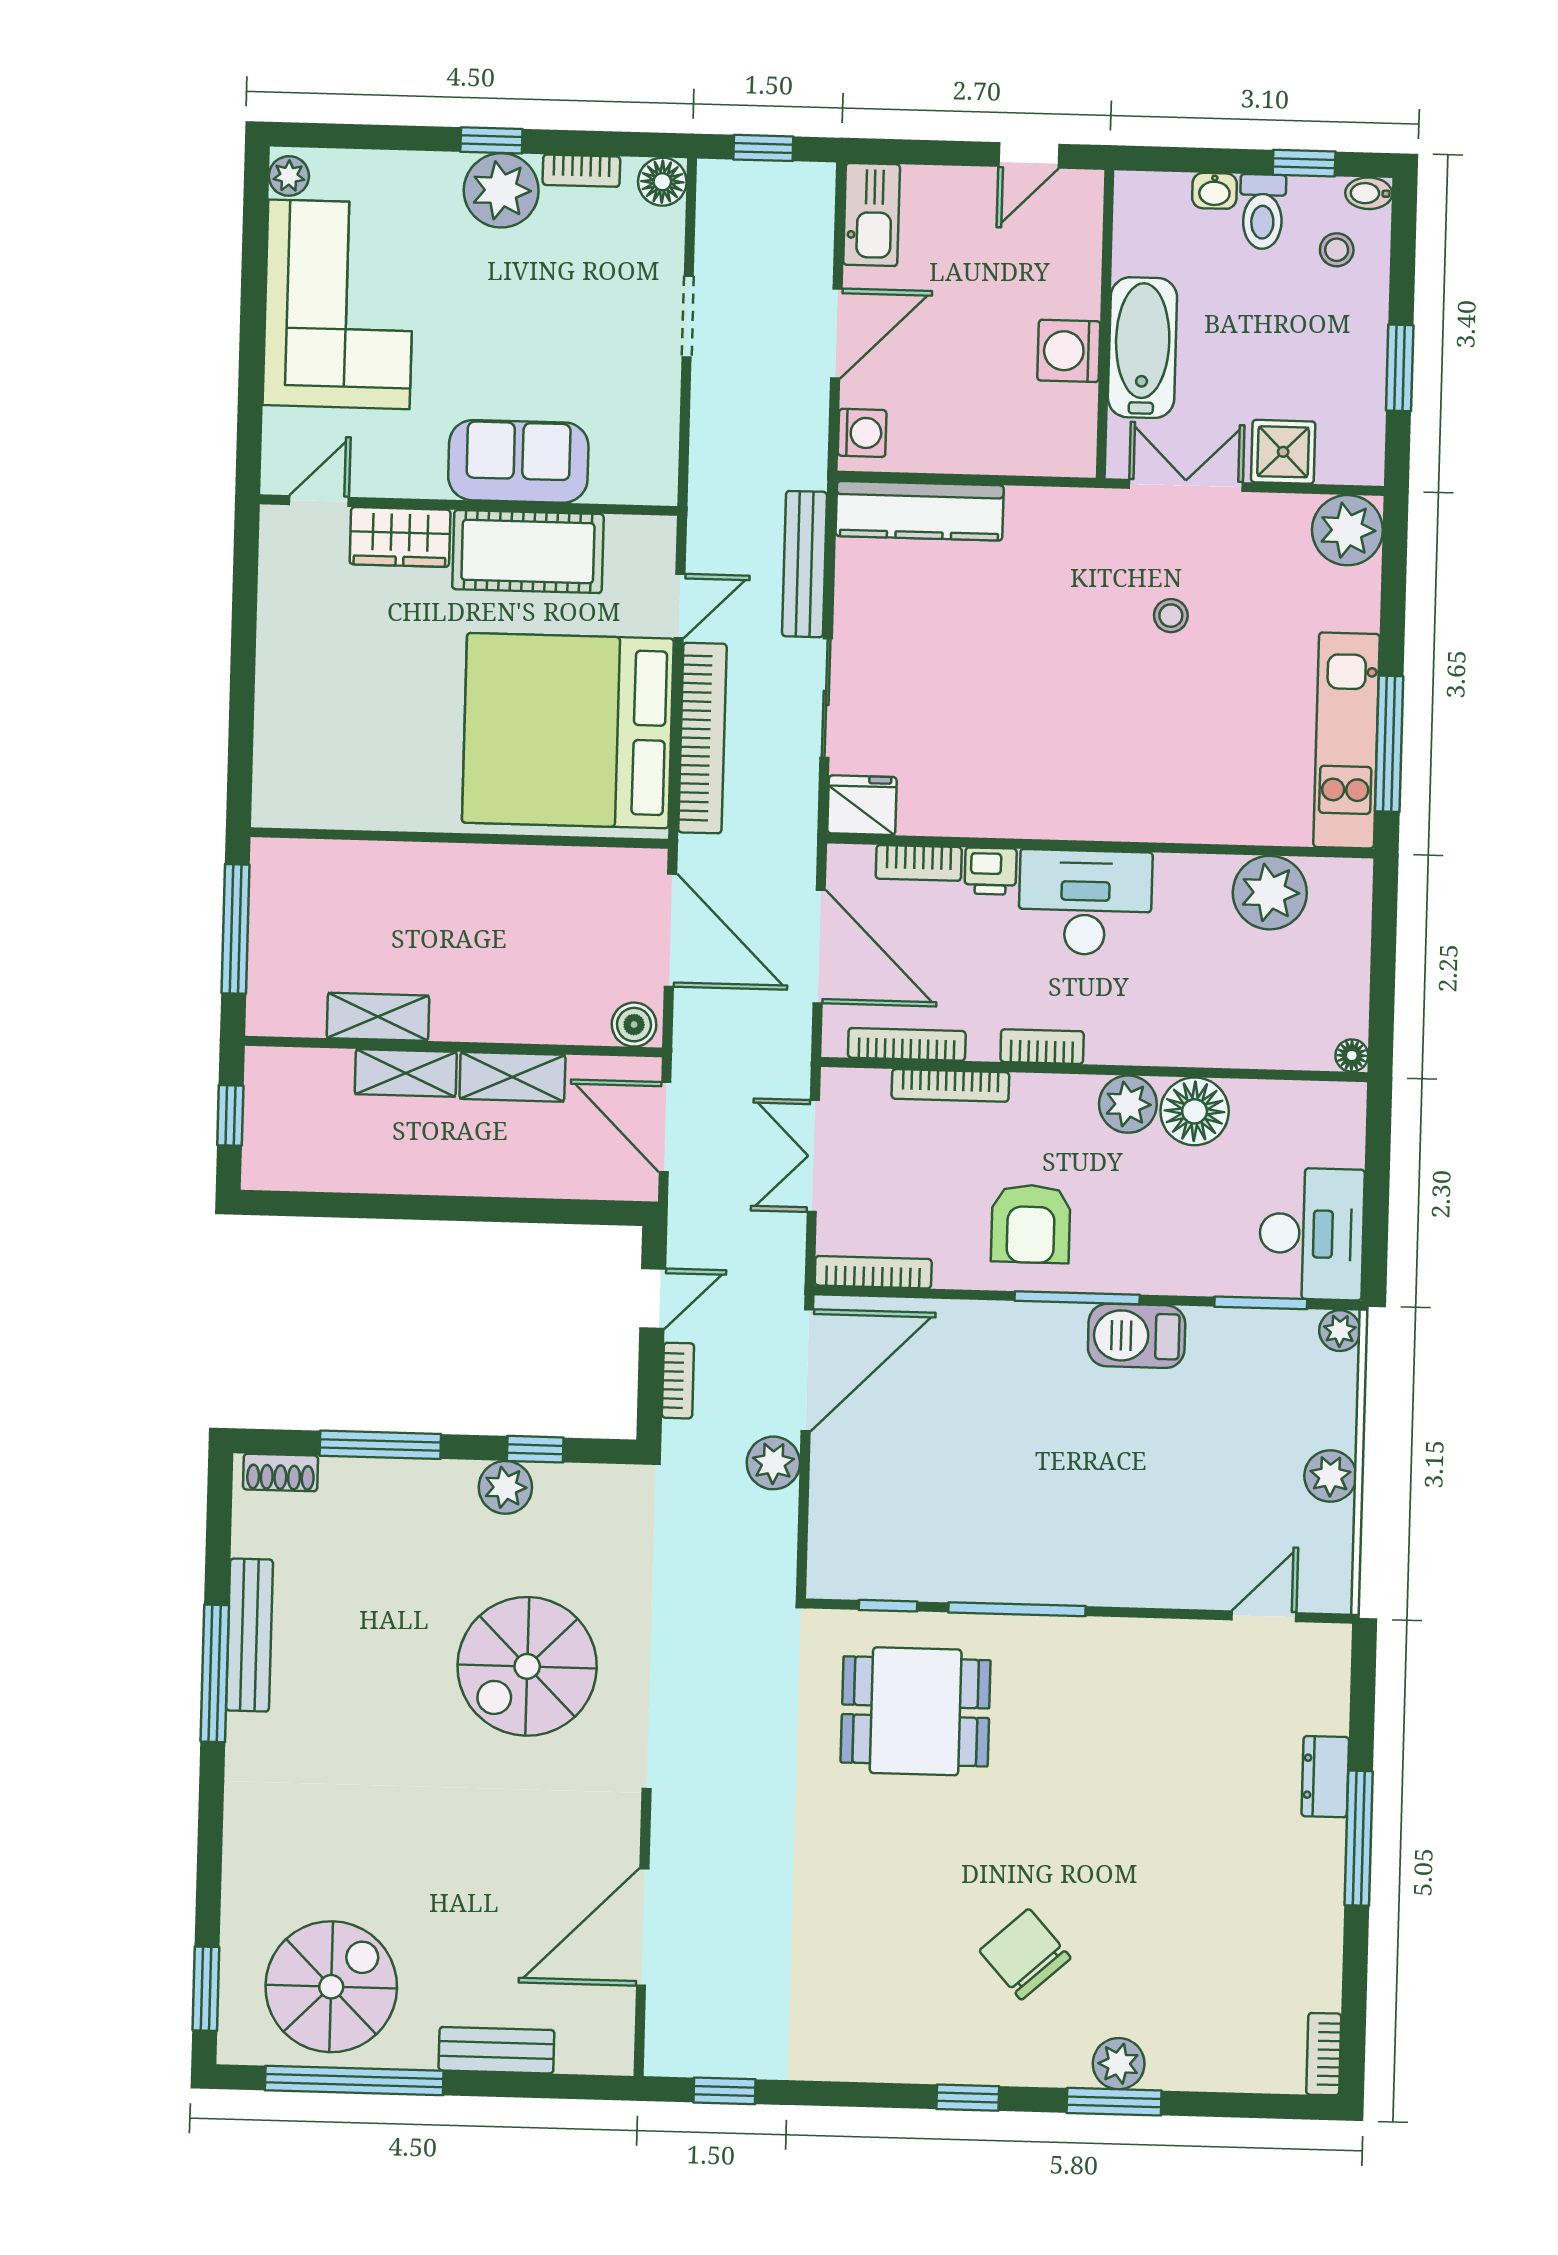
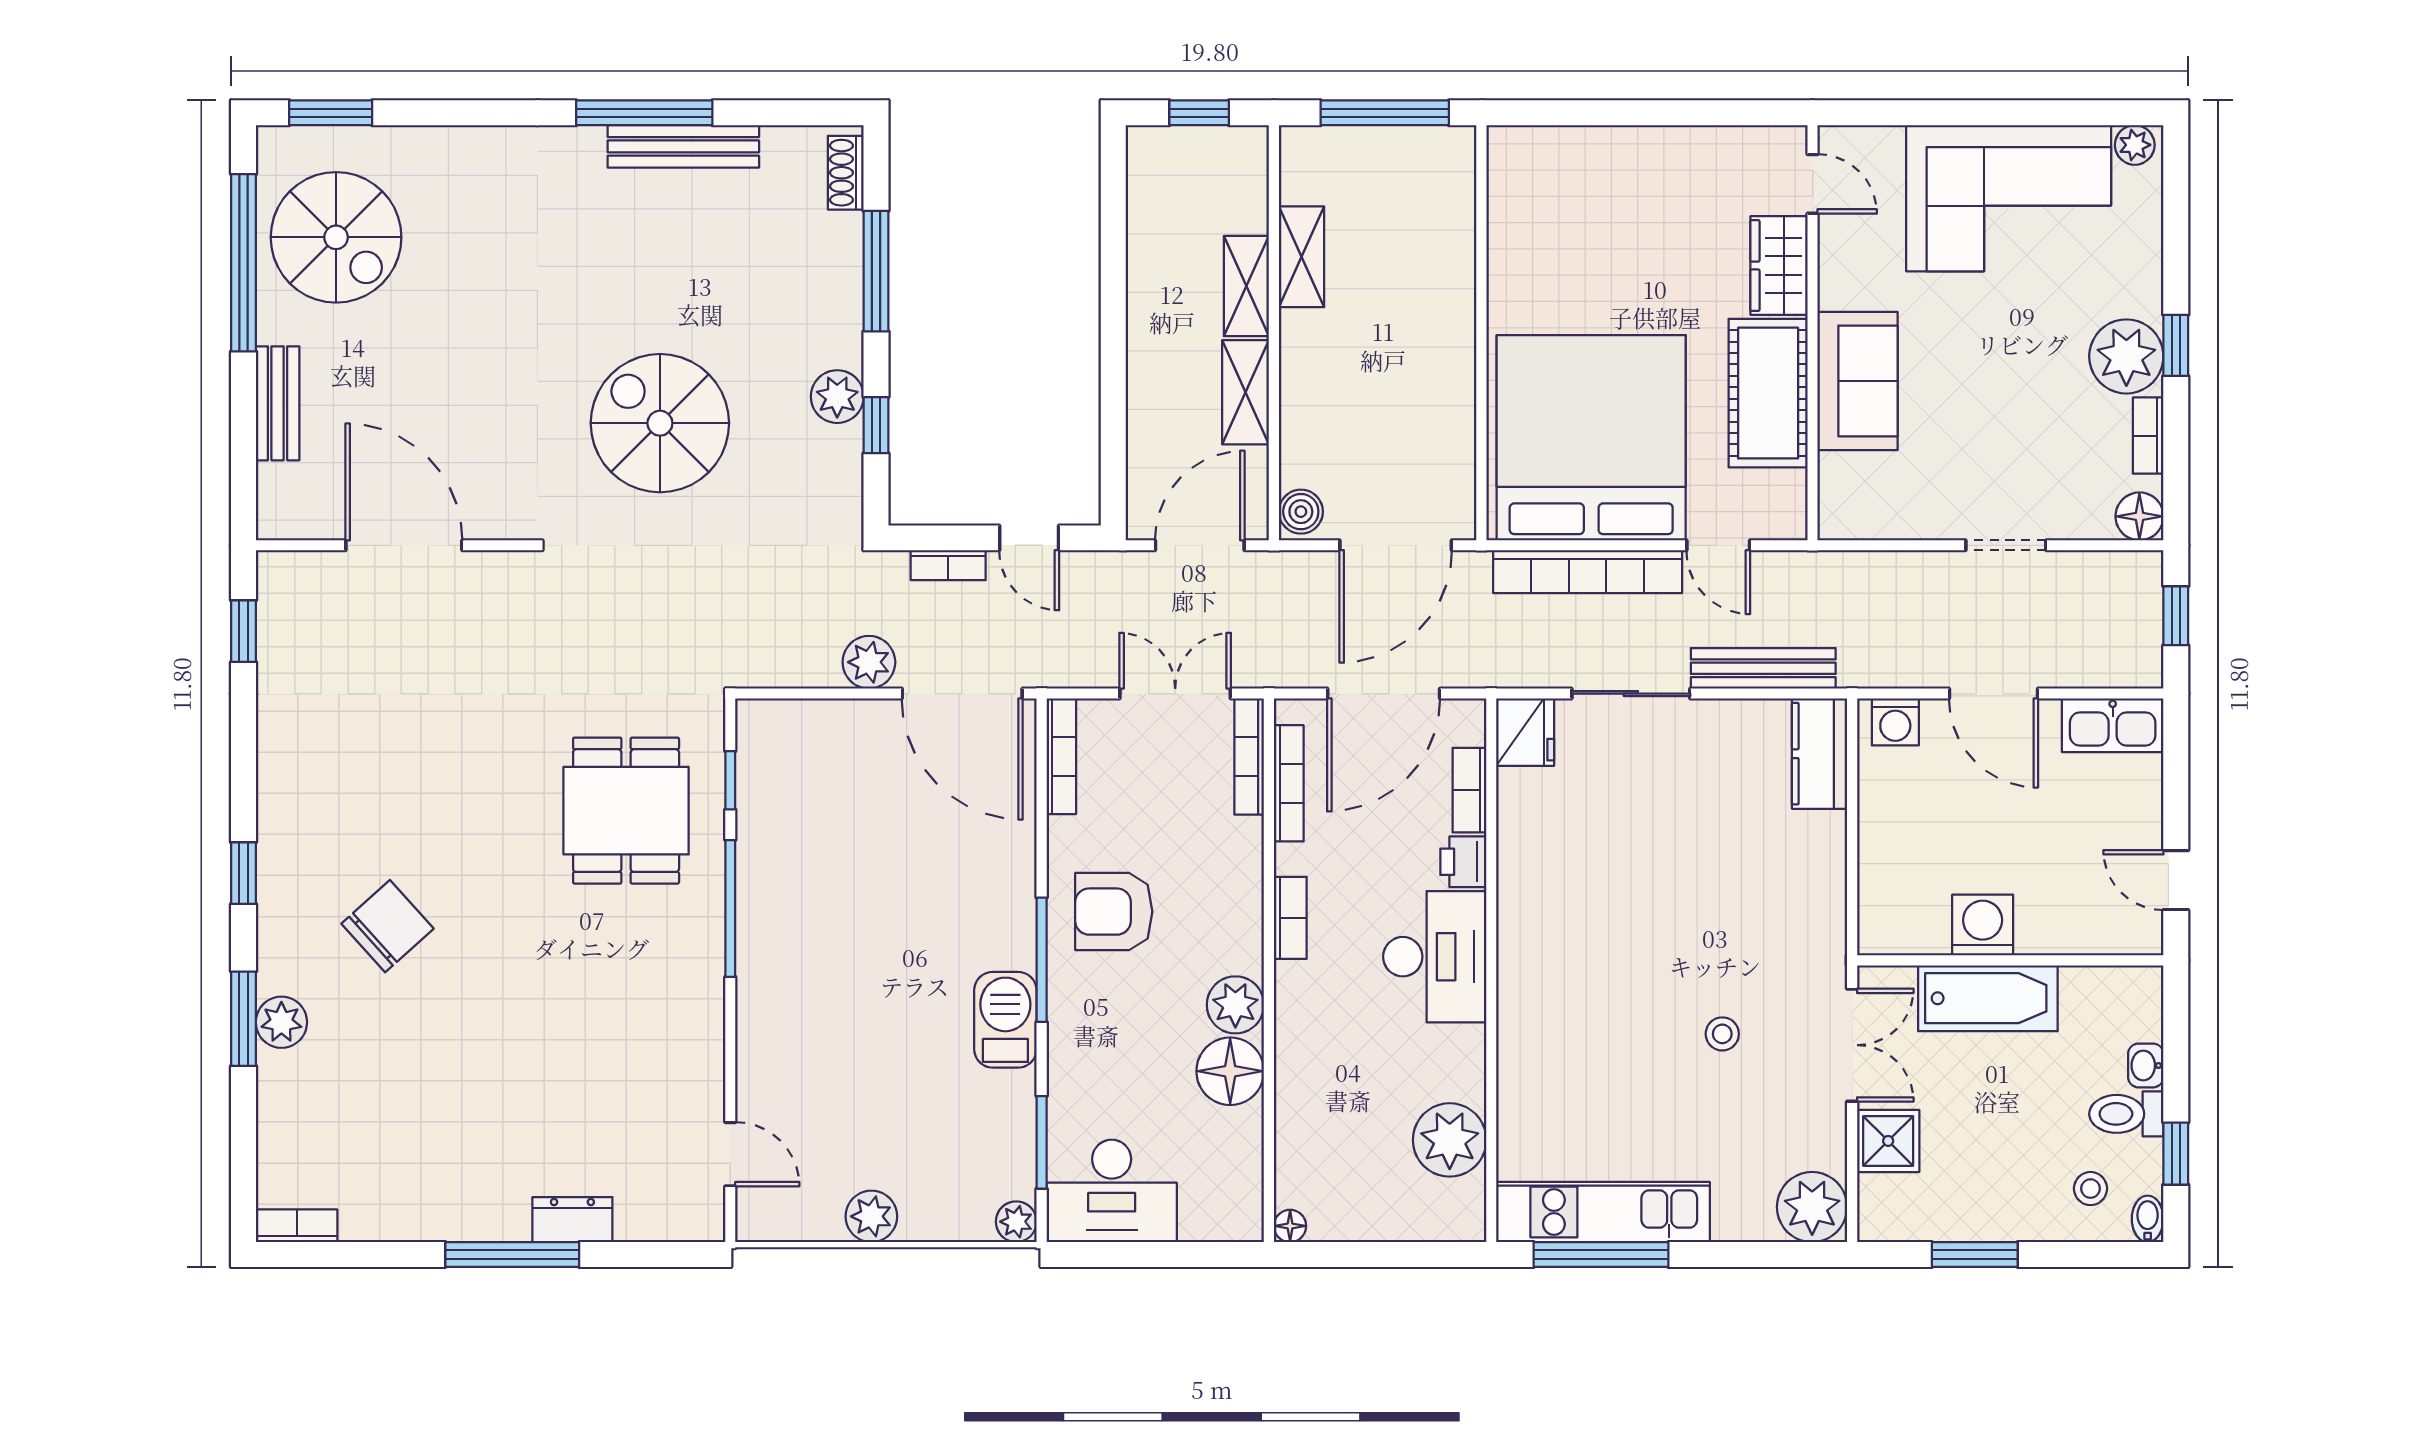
kitchen counter: (920, 511) -> (1820, 754), width x0.67
bookcase: (950, 1085) -> (1249, 757), moved

